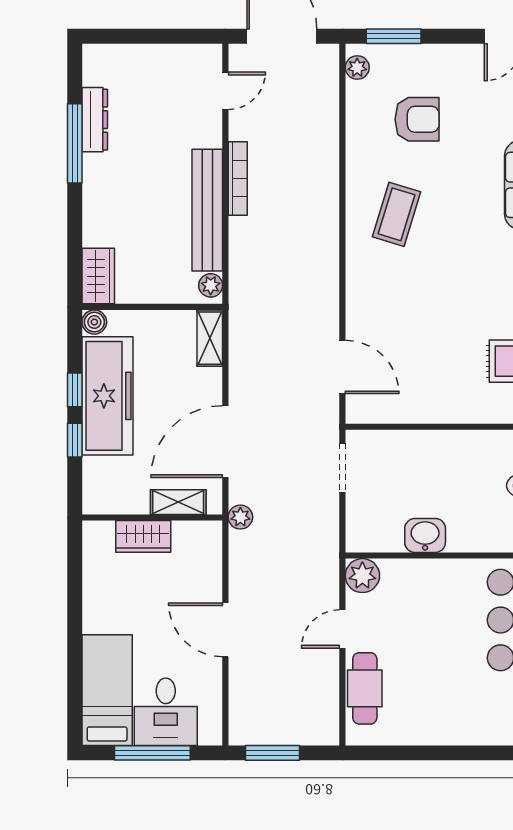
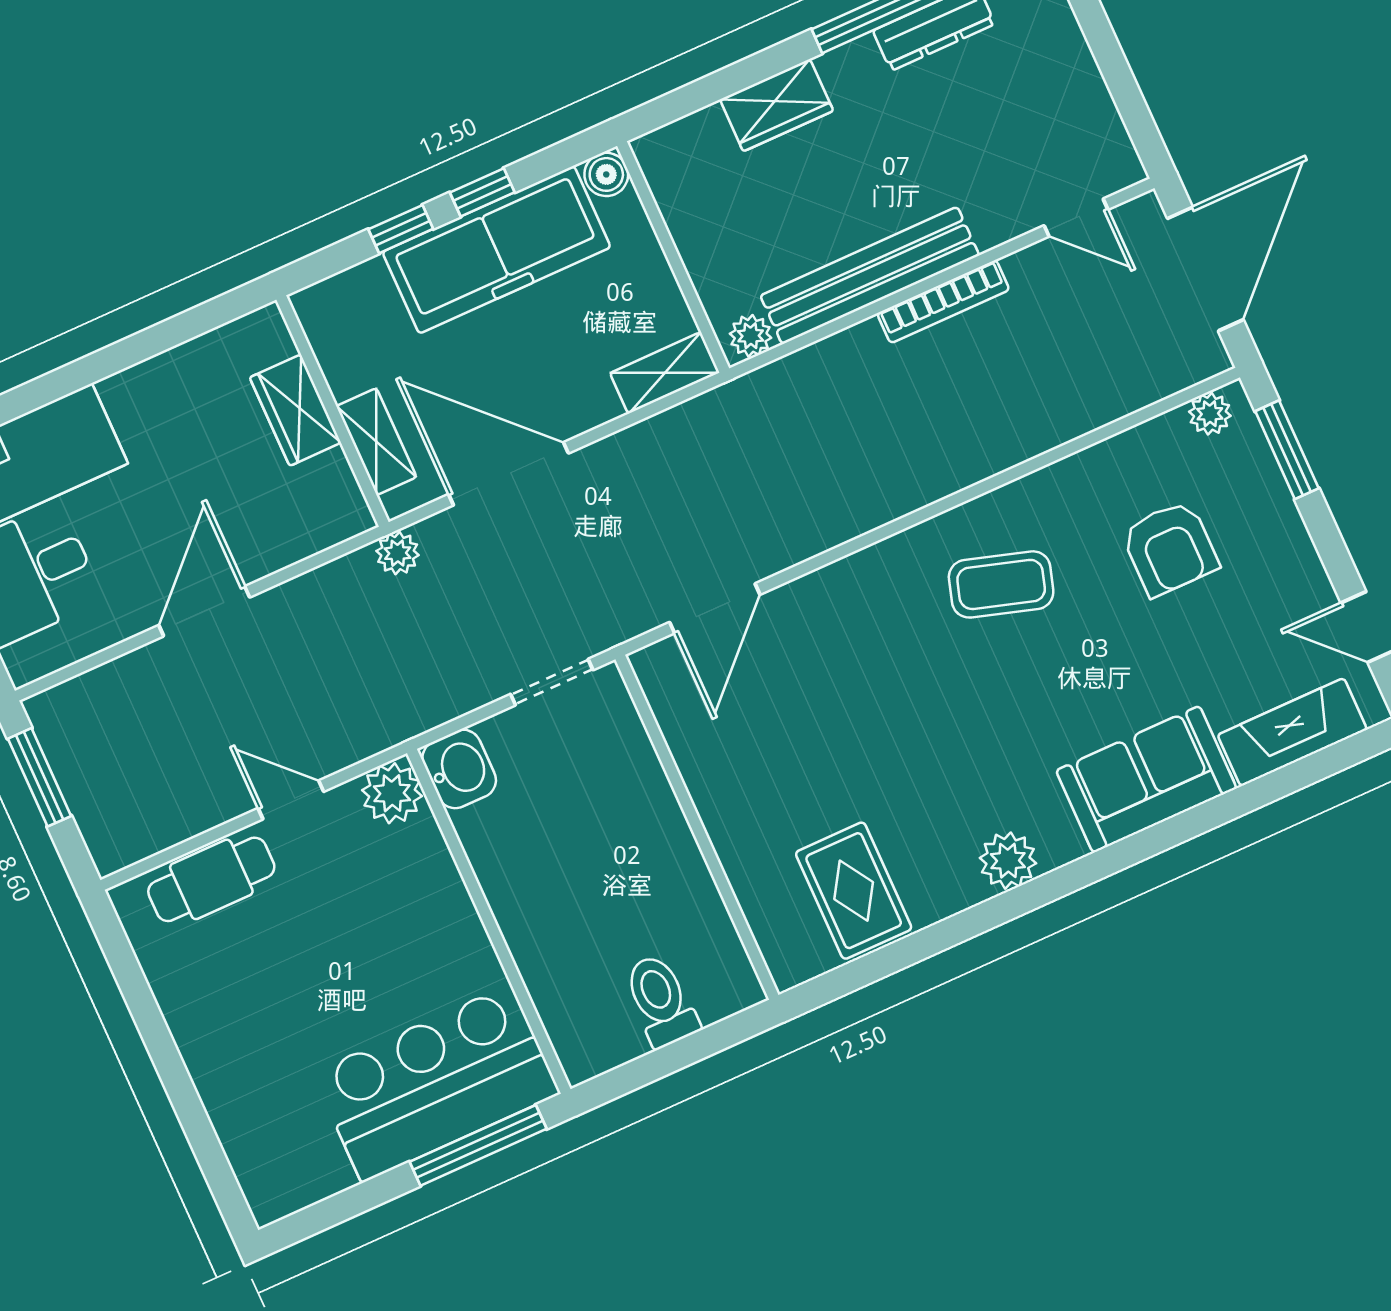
wardrobe: (98, 276) -> (777, 105), moved
washbasin: (425, 535) -> (459, 769), moved

